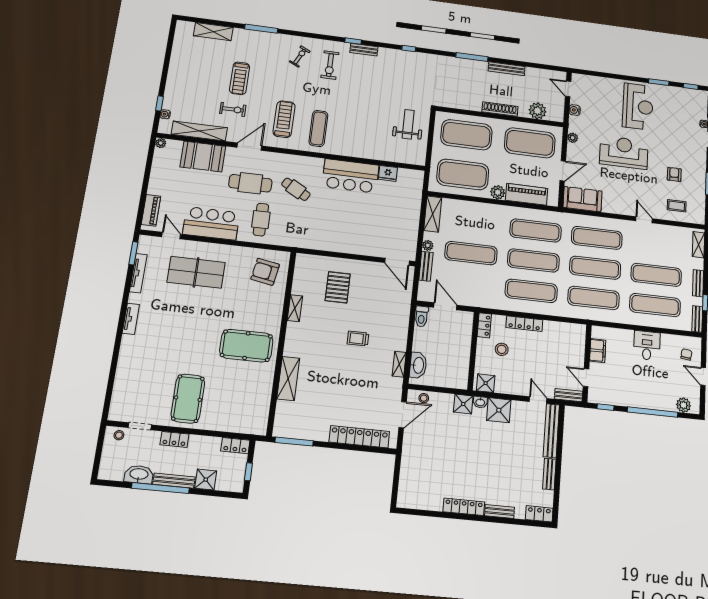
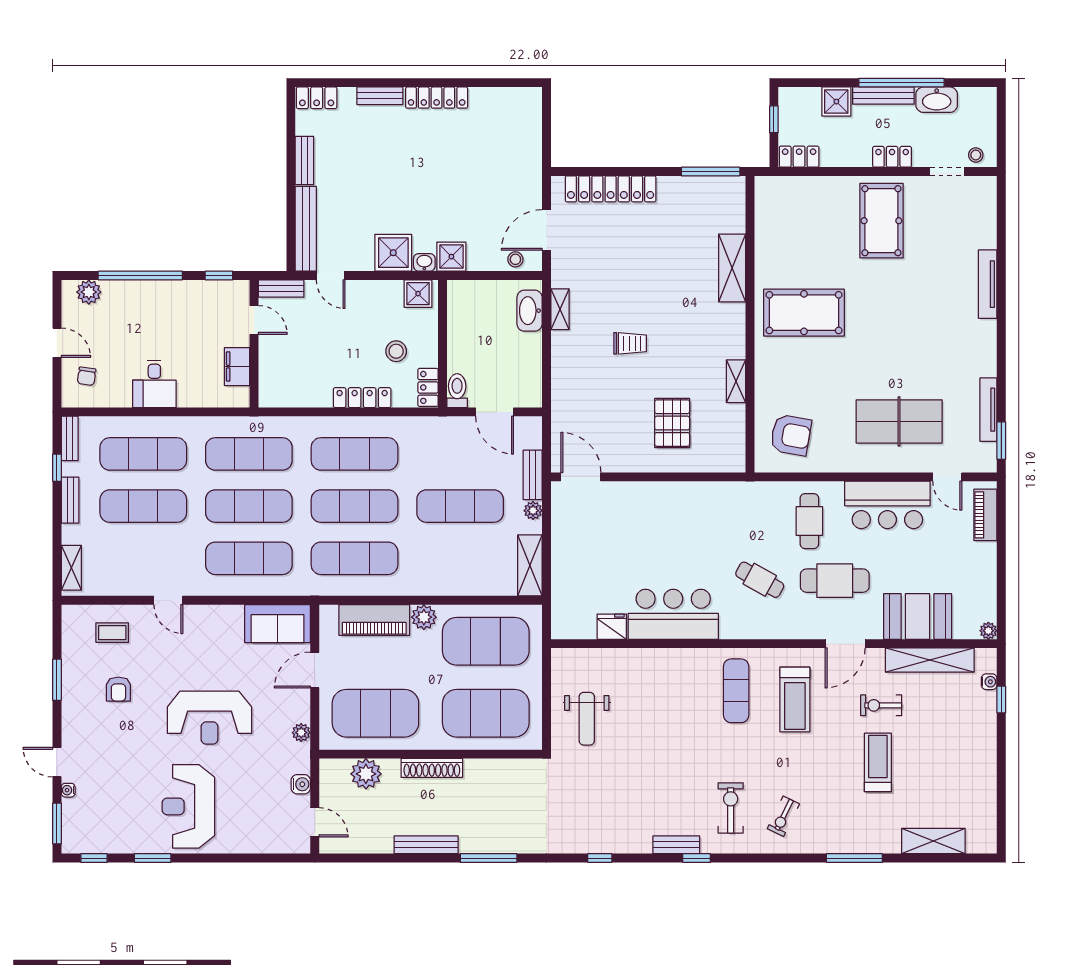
toilet: (421, 316) -> (457, 391), moved
tv unit: (131, 319) -> (988, 284), moved, width x1.41

